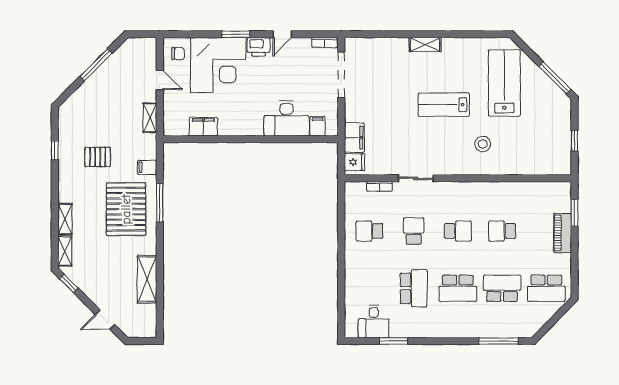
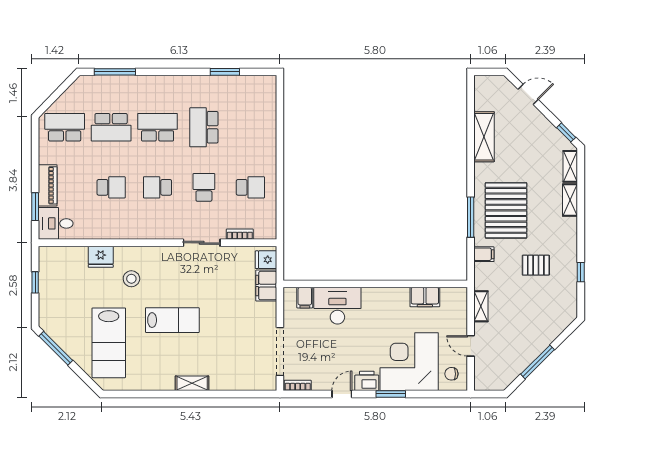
fridge: (512, 165) -> (101, 257), added
school desk: (414, 231) -> (204, 187), turned 180
desk: (374, 321) -> (56, 223), moved, turned -90

